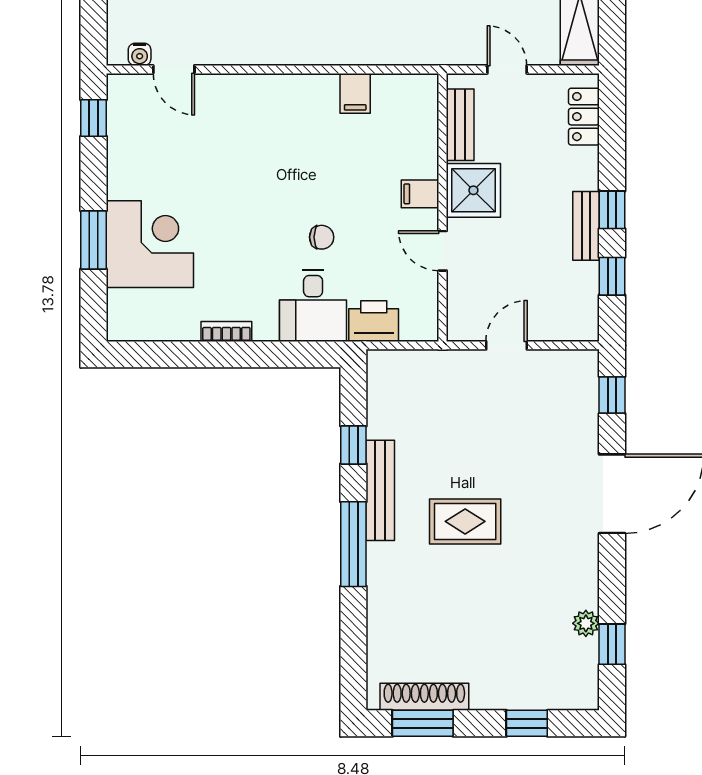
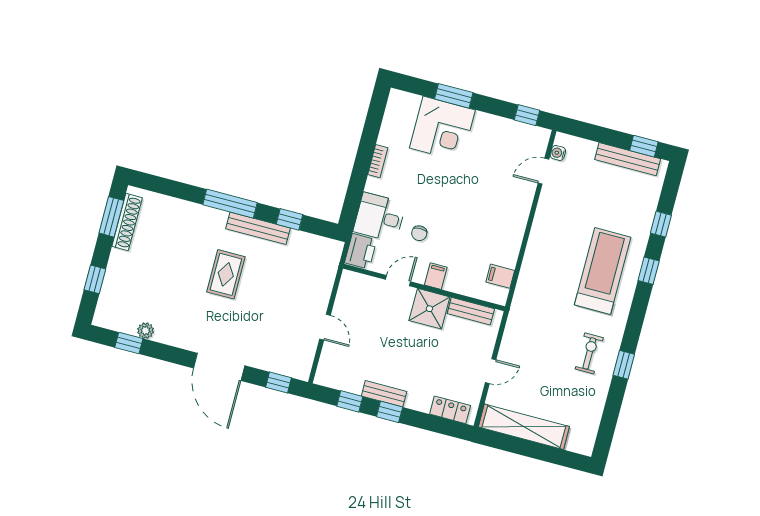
bench: (460, 125) -> (471, 311), moved
shower: (473, 190) -> (429, 309), moved
filing cabinet: (420, 194) -> (436, 276), moved
wall: (443, 207) -> (424, 287), moved
door: (443, 251) -> (398, 281), moved

